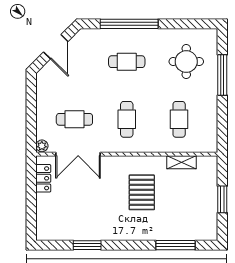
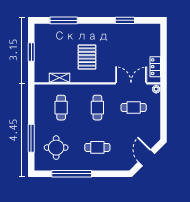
window: (129, 24) -> (72, 174), moved

